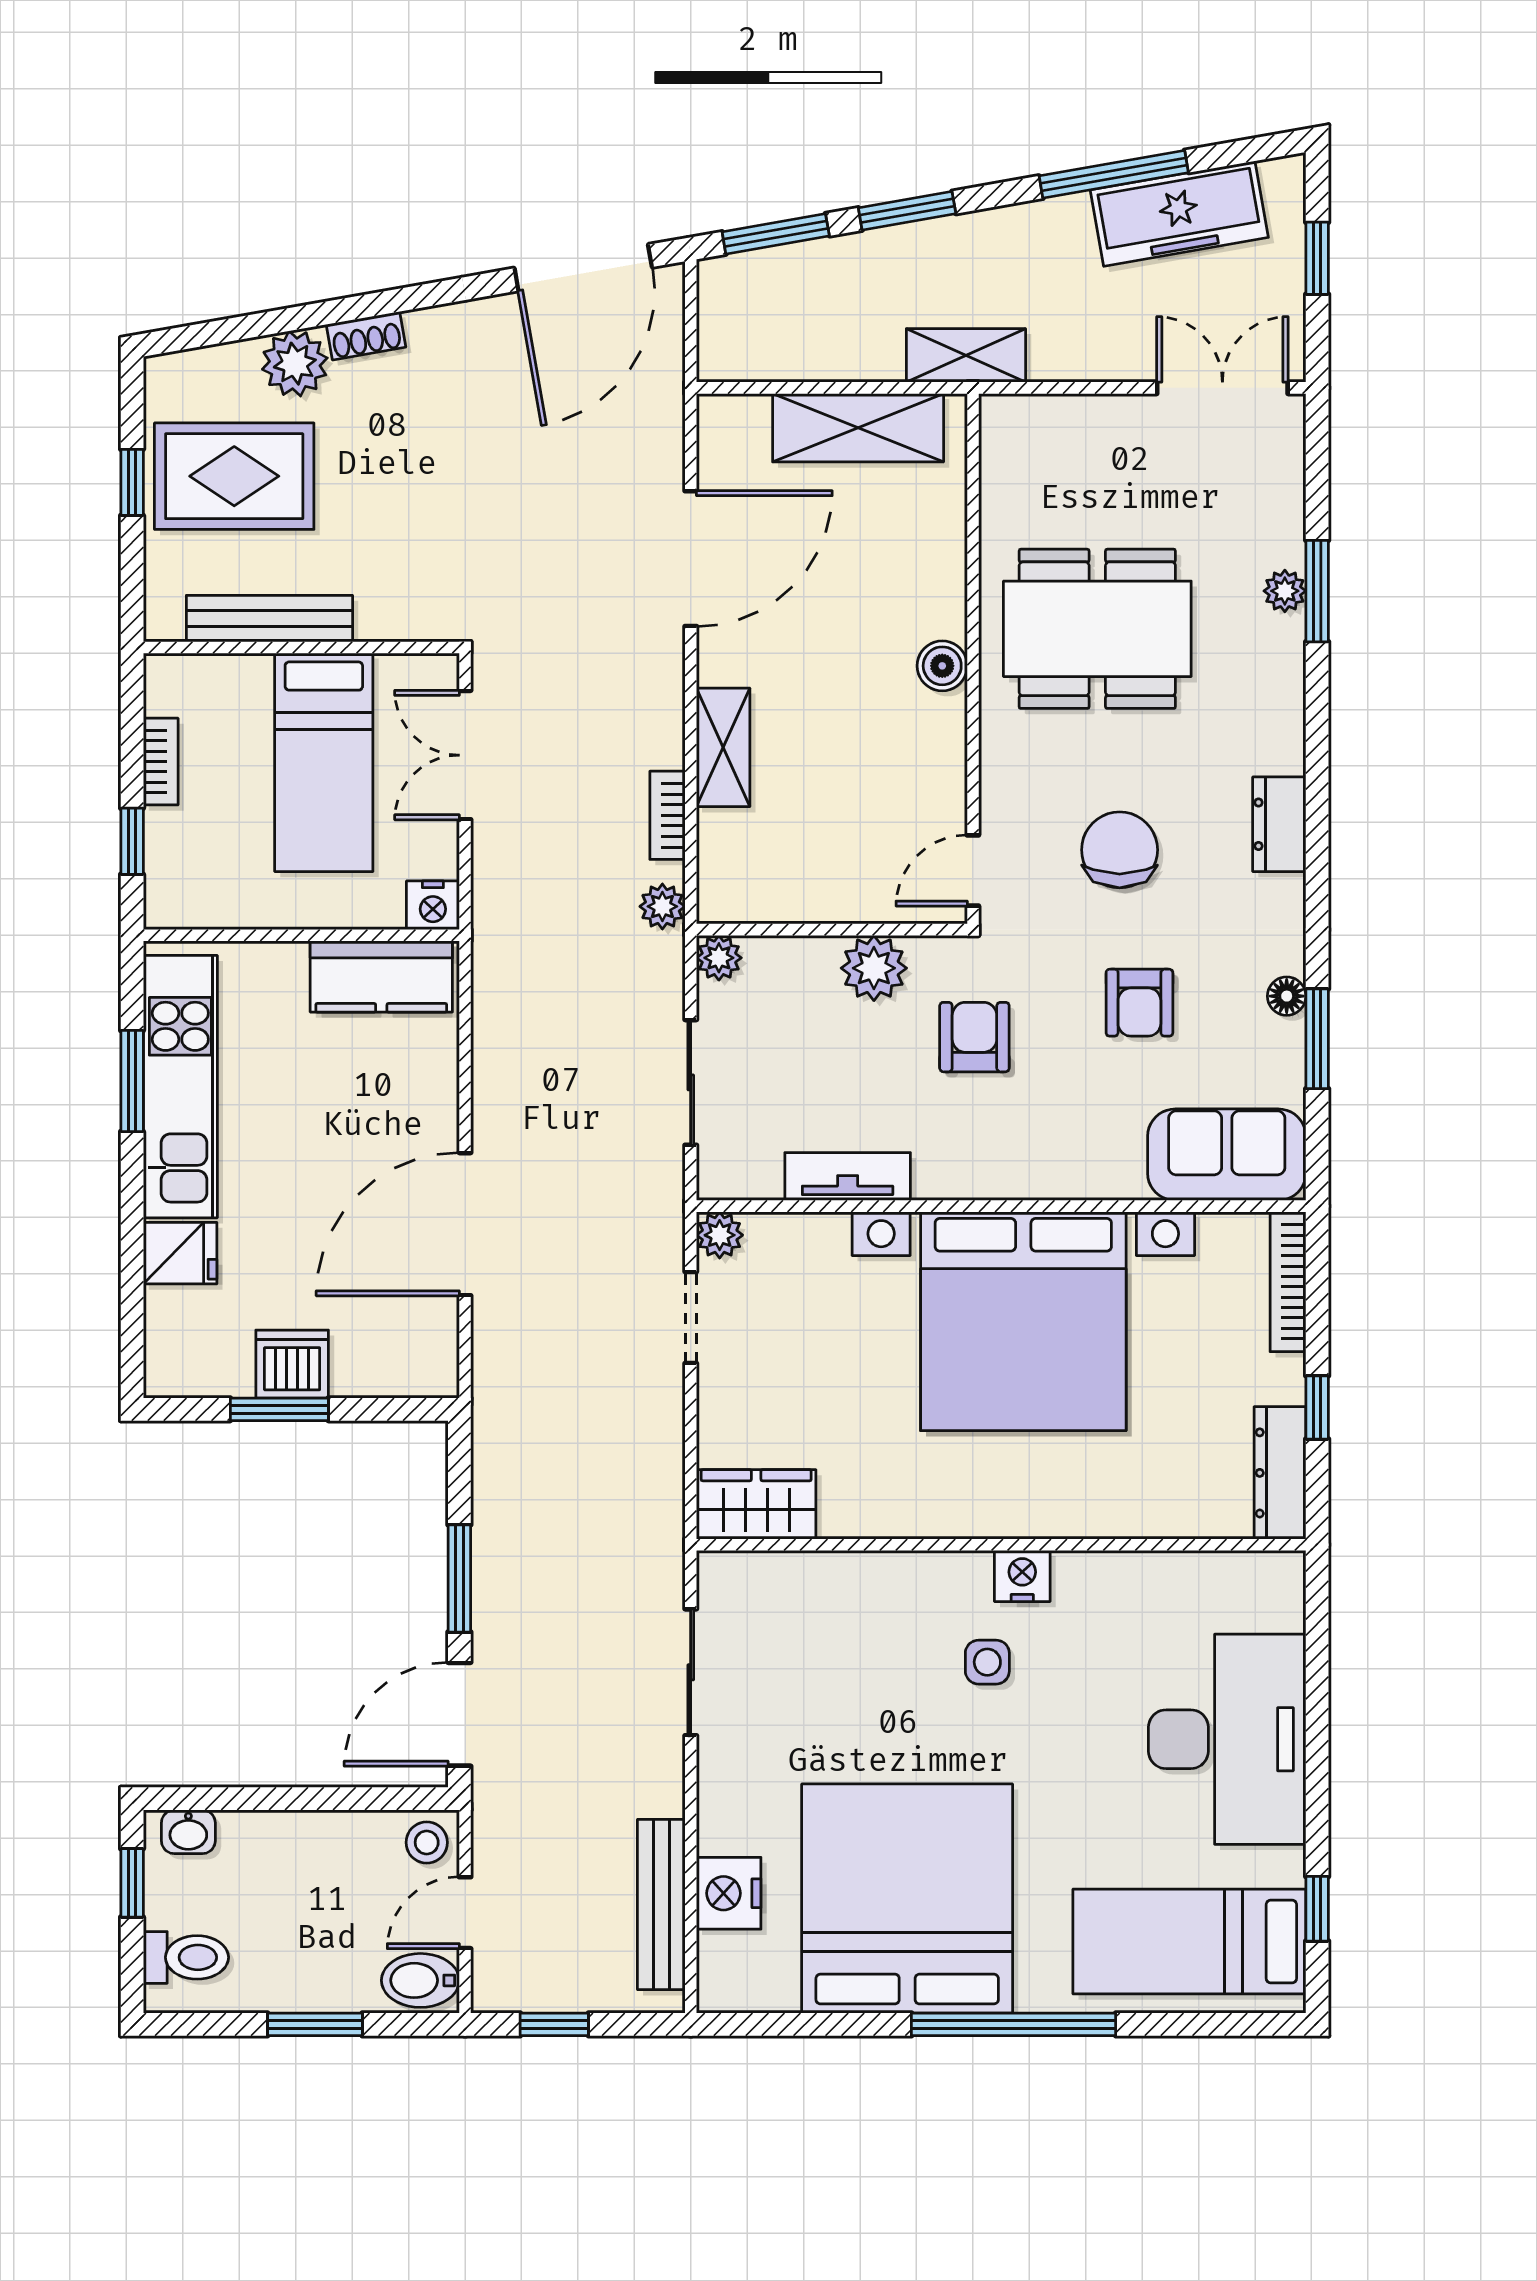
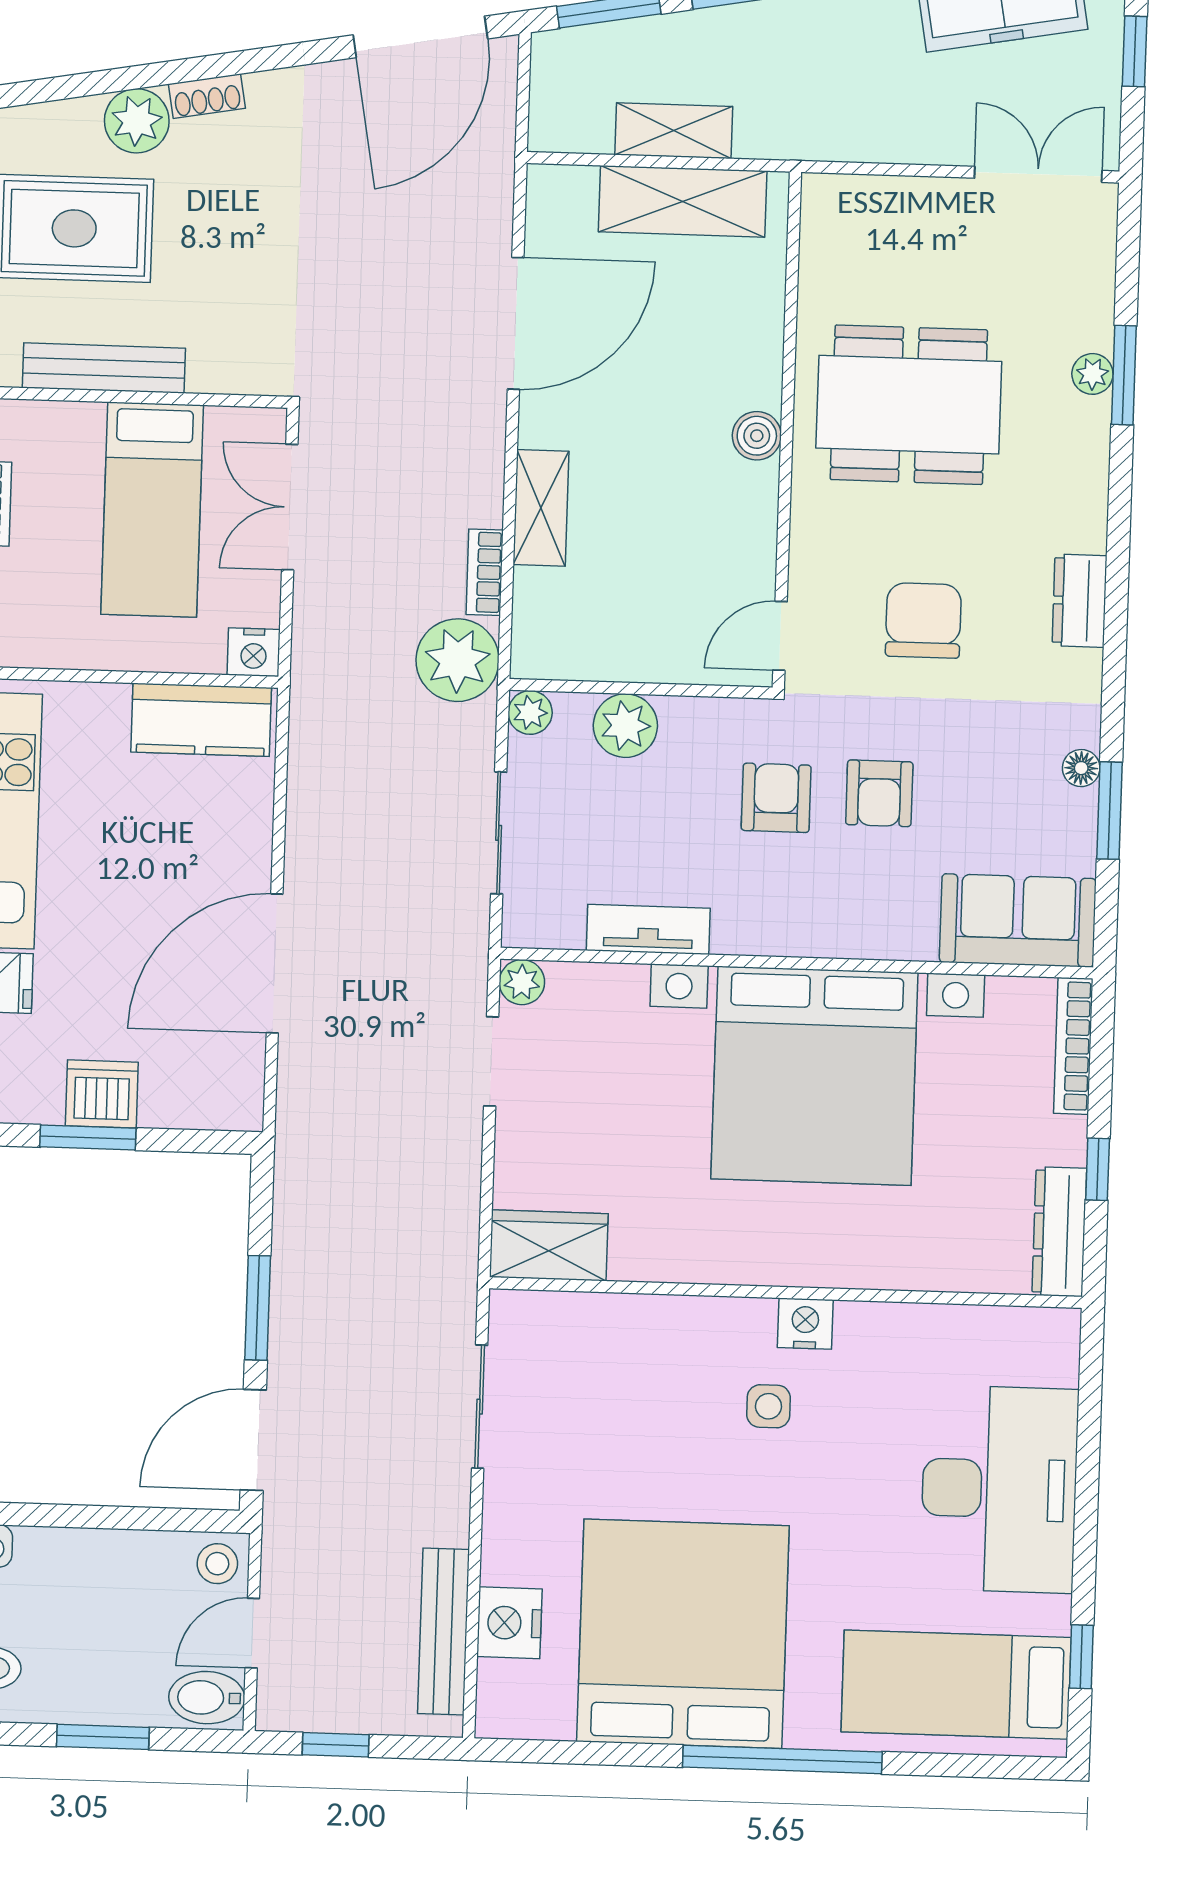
shelving: (966, 355) -> (674, 131), moved
plant: (662, 906) -> (457, 660), width x1.88, depth x1.88
plant: (874, 968) -> (625, 726), moved
armchair: (1139, 1003) -> (879, 793), moved

